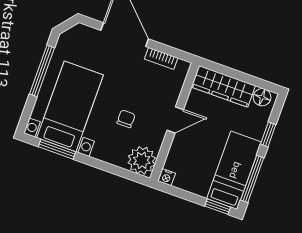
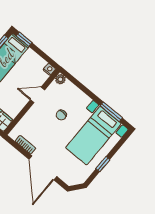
window: (42, 71) -> (103, 164), width x0.46
door: (175, 120) -> (37, 95), moved
plant: (142, 160) -> (60, 79), width x0.53, depth x0.53

